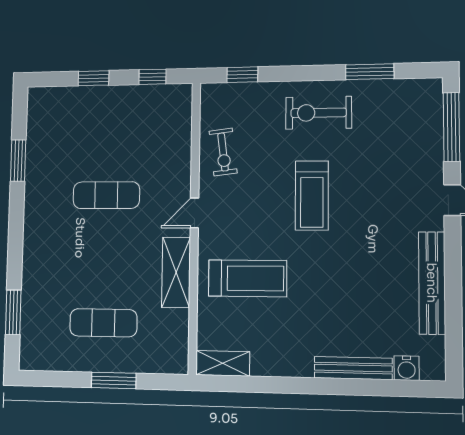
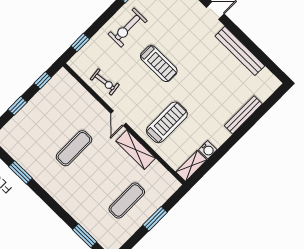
water cooler: (407, 368) -> (208, 150), moved

